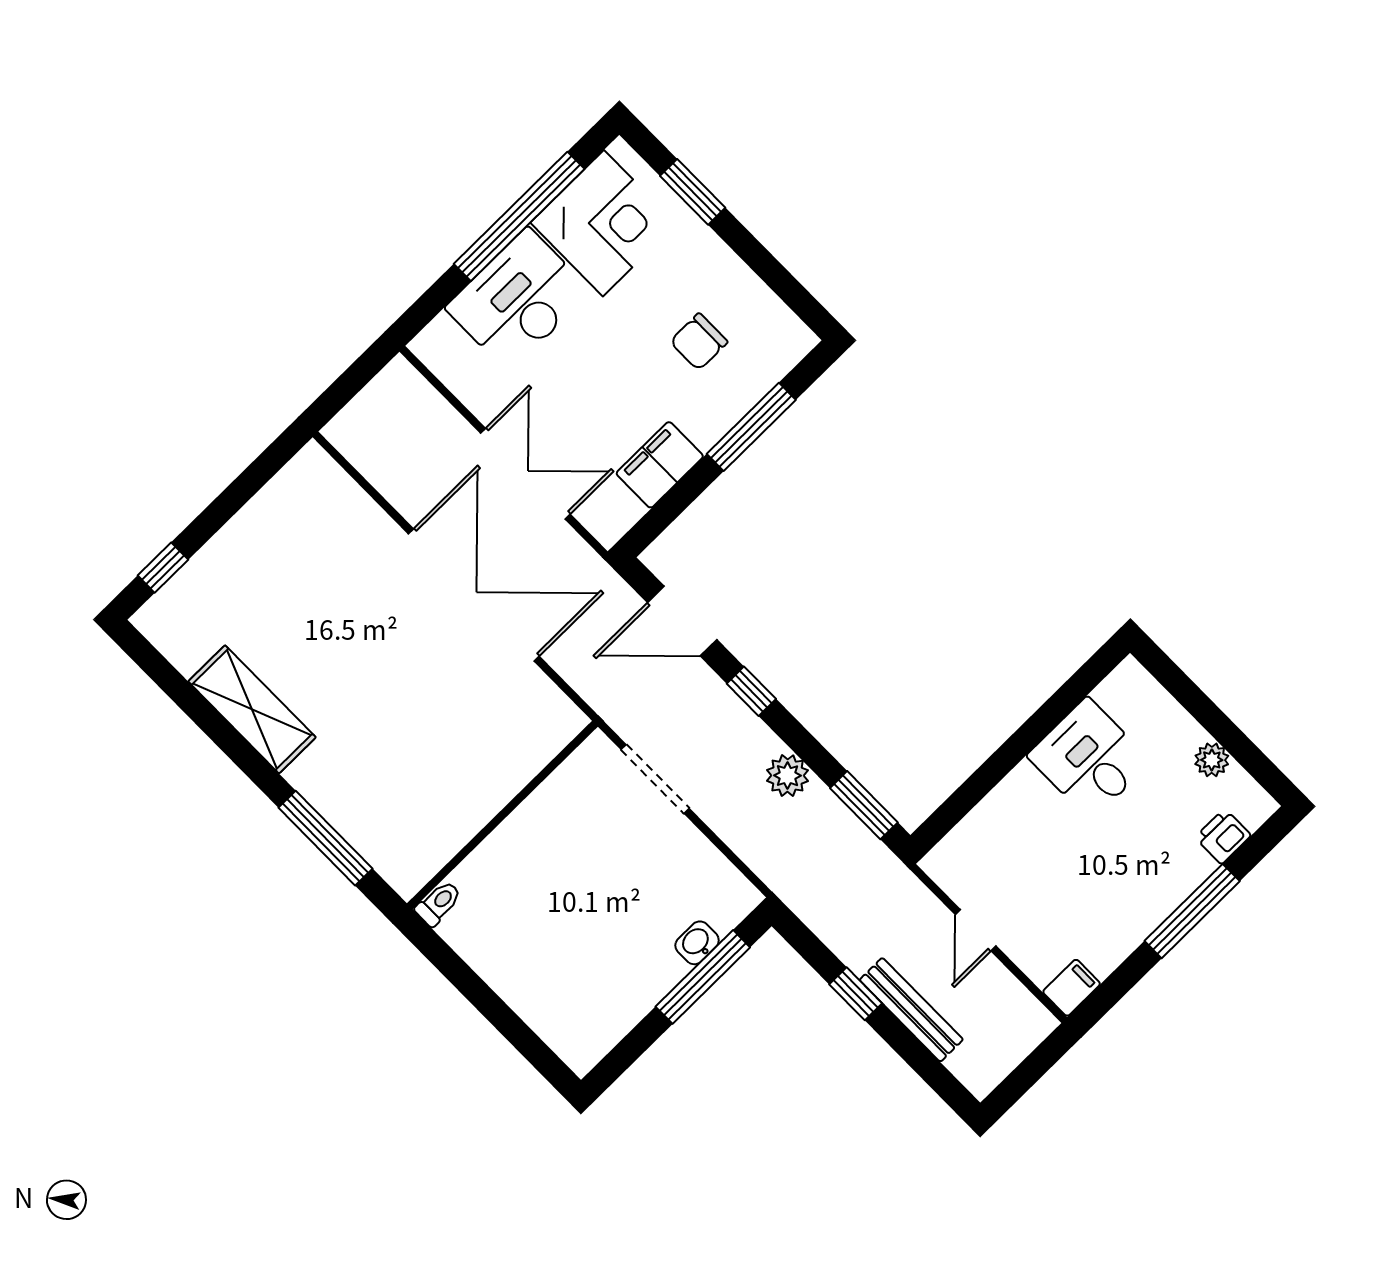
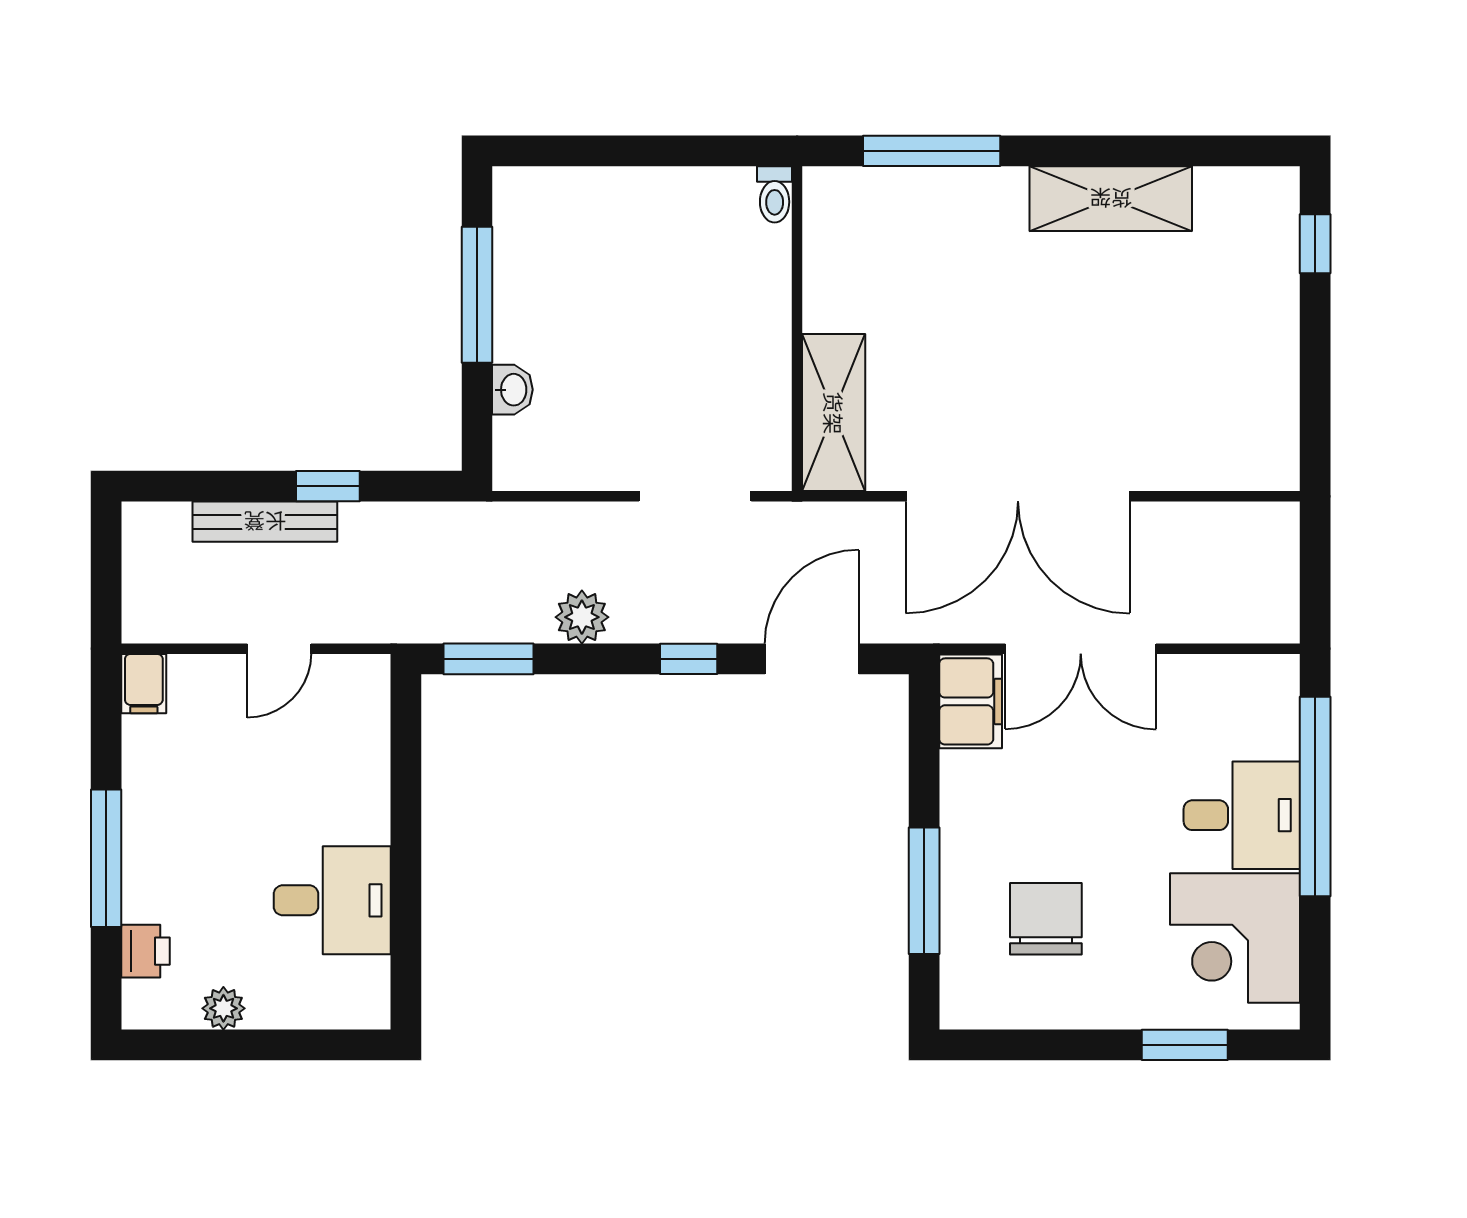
window: (519, 216) -> (1315, 797), moved
desk: (518, 300) -> (1242, 815), width x0.73
chair: (699, 342) -> (1046, 919), width x1.37, depth x1.37
filing cabinet: (660, 465) -> (971, 701), moved
shelving: (530, 747) -> (834, 413), added
door: (976, 930) -> (279, 649), swing flipped
window: (703, 977) -> (477, 295), moved

